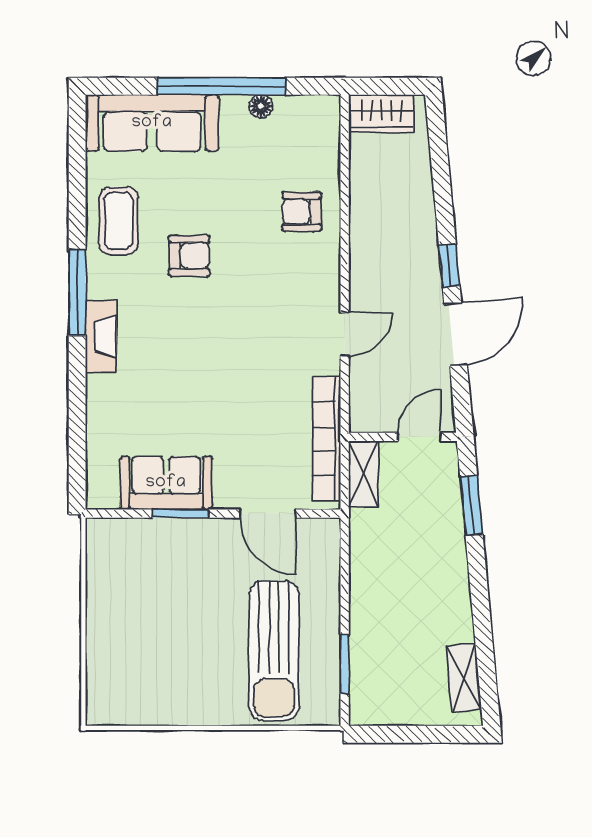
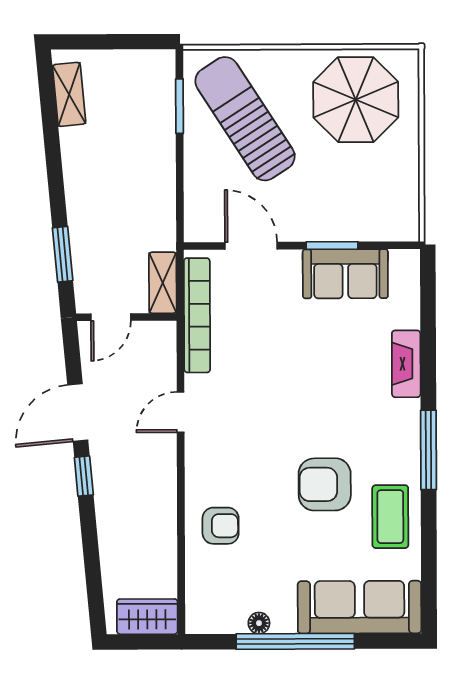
armchair: (189, 256) -> (325, 484), width x1.38, depth x1.38
fireplace: (101, 337) -> (406, 364), moved
sun lounger: (274, 651) -> (245, 119), turned -33
parasol: (154, 671) -> (356, 100), added

